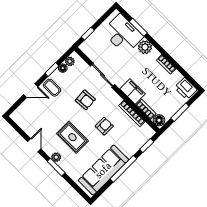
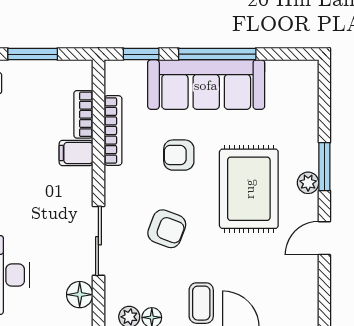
filing cabinet: (132, 91) -> (76, 153), width x0.50
armchair: (85, 100) -> (167, 229), turned 115
floor lamp: (159, 120) -> (80, 295), moved
rug: (72, 137) -> (249, 189), width x1.36, depth x1.43
sofa: (103, 170) -> (206, 85), moved

